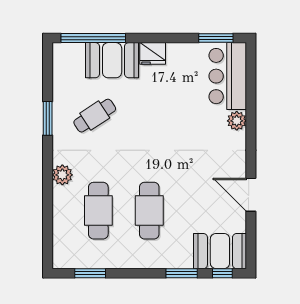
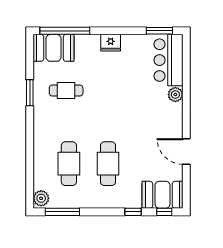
booth: (112, 60) -> (53, 48), moved
cafe table: (95, 116) -> (66, 91), turned 33
plant: (62, 175) -> (41, 198), moved
window: (90, 273) -> (62, 212), width x1.44
window: (182, 273) -> (133, 212), width x0.67

